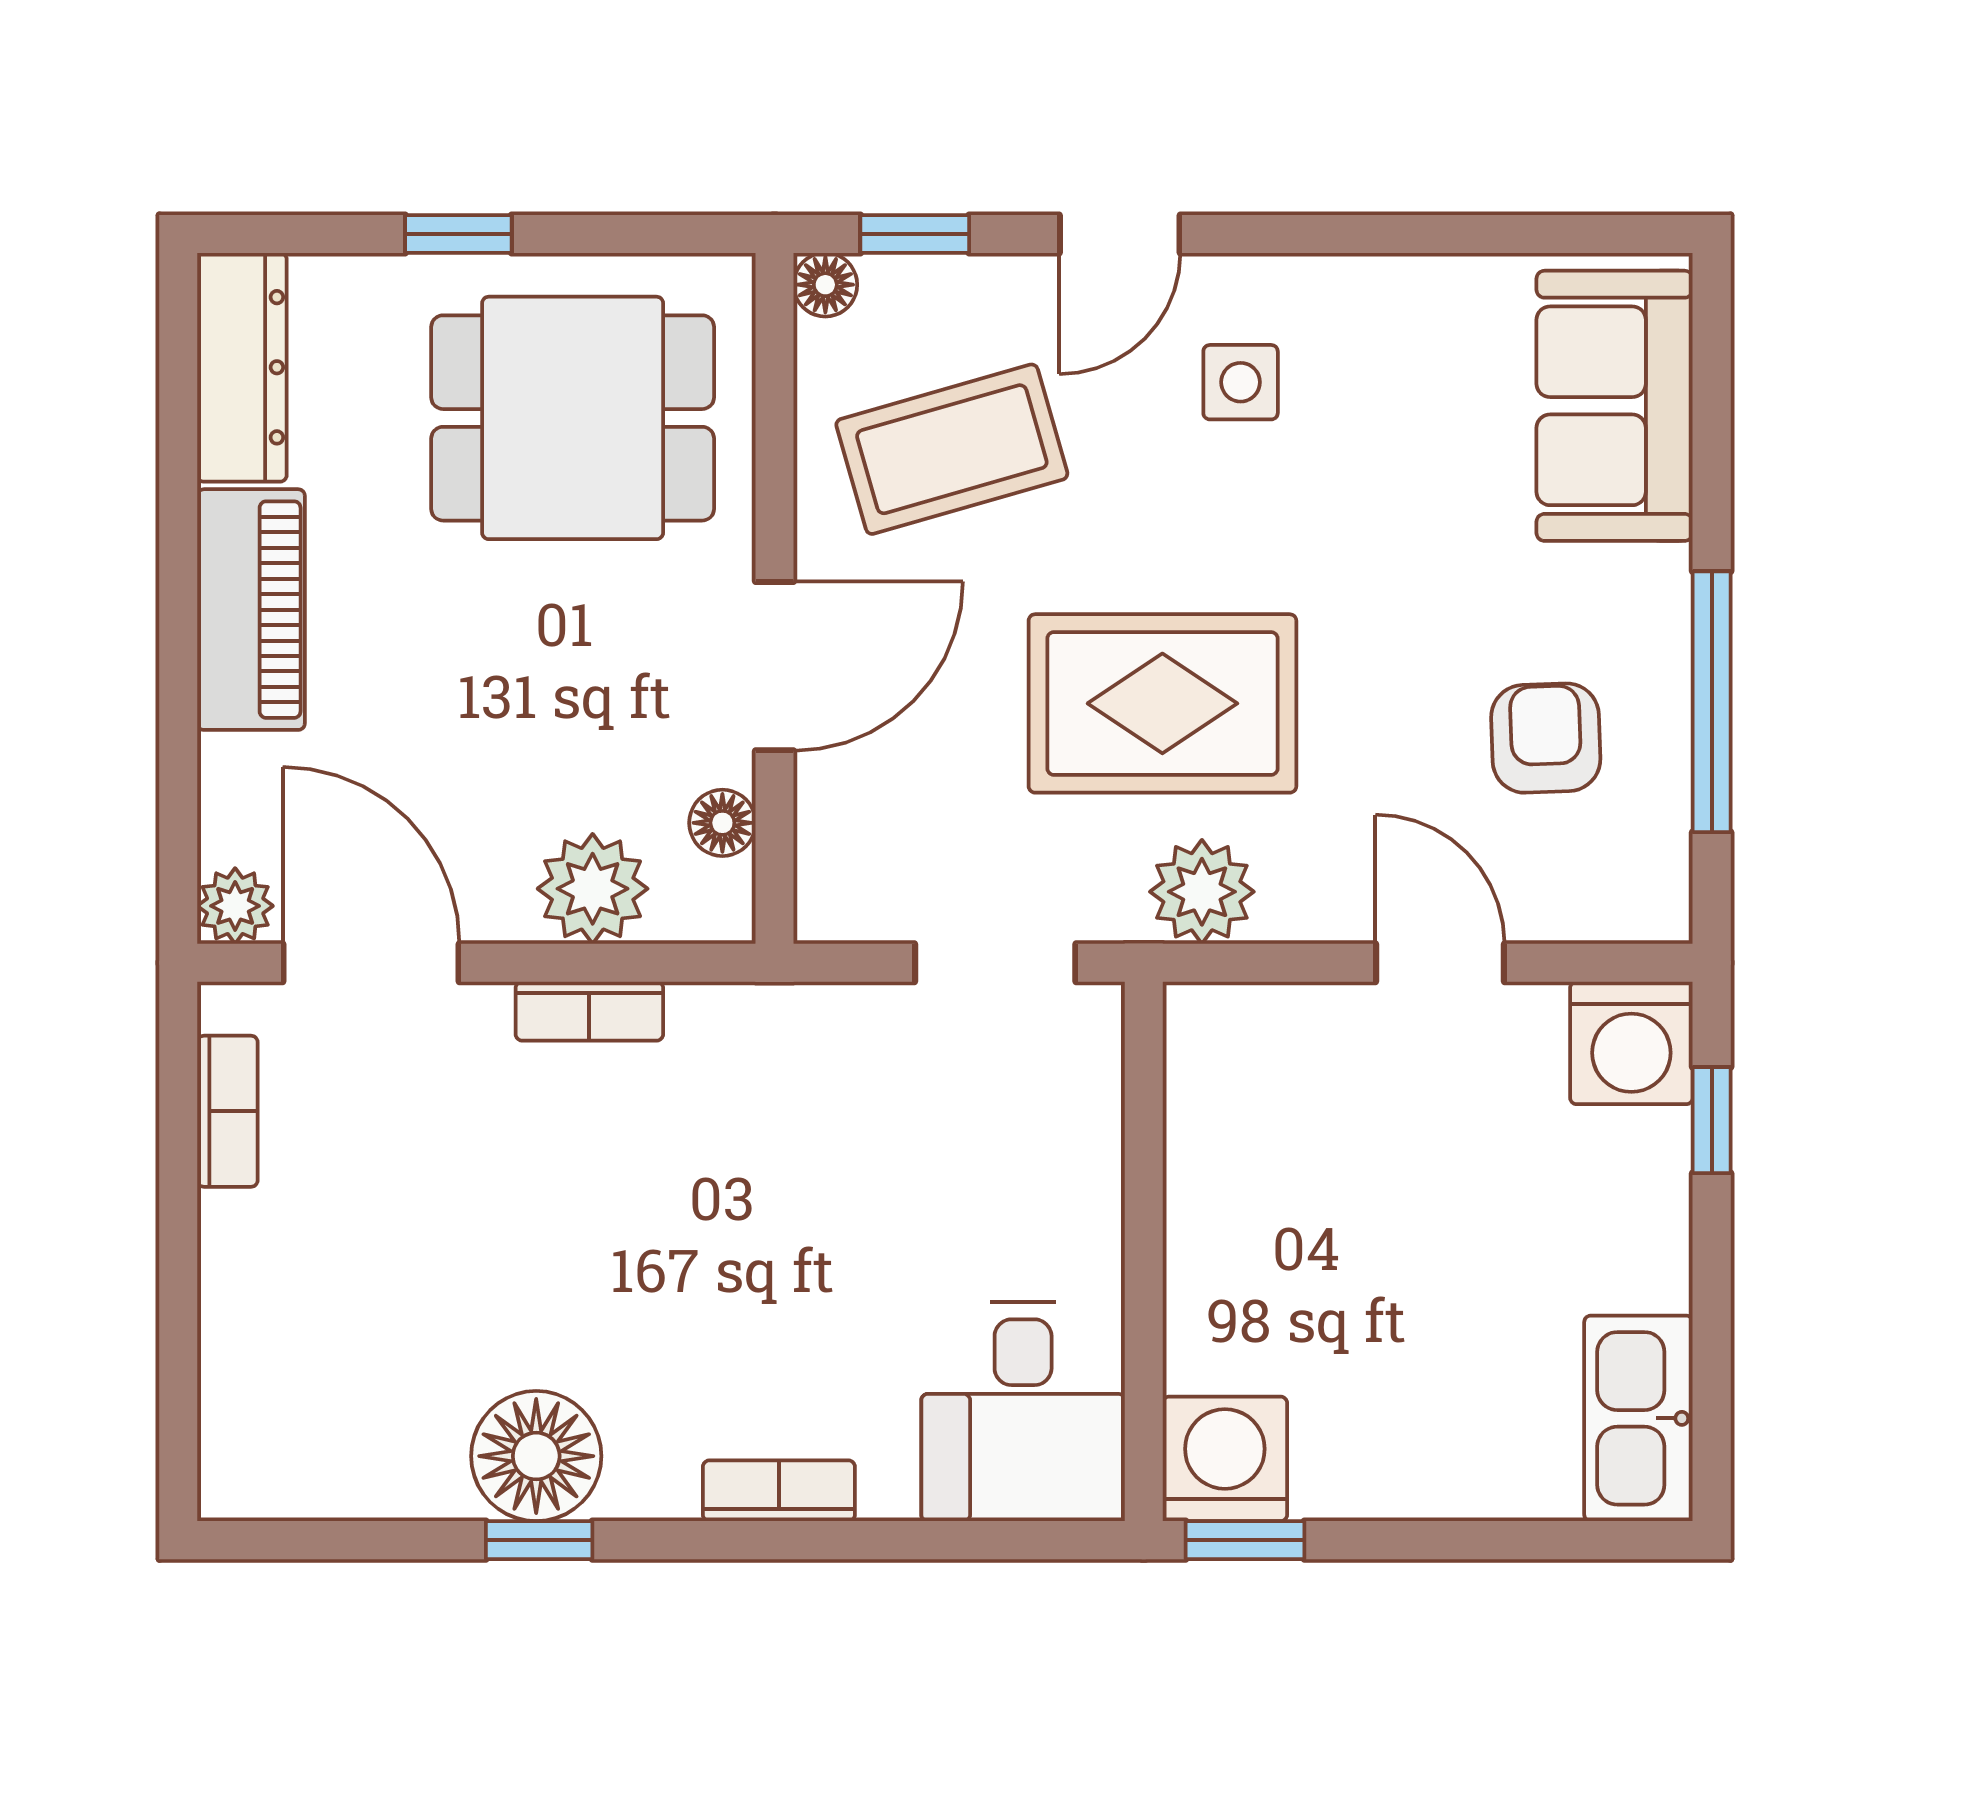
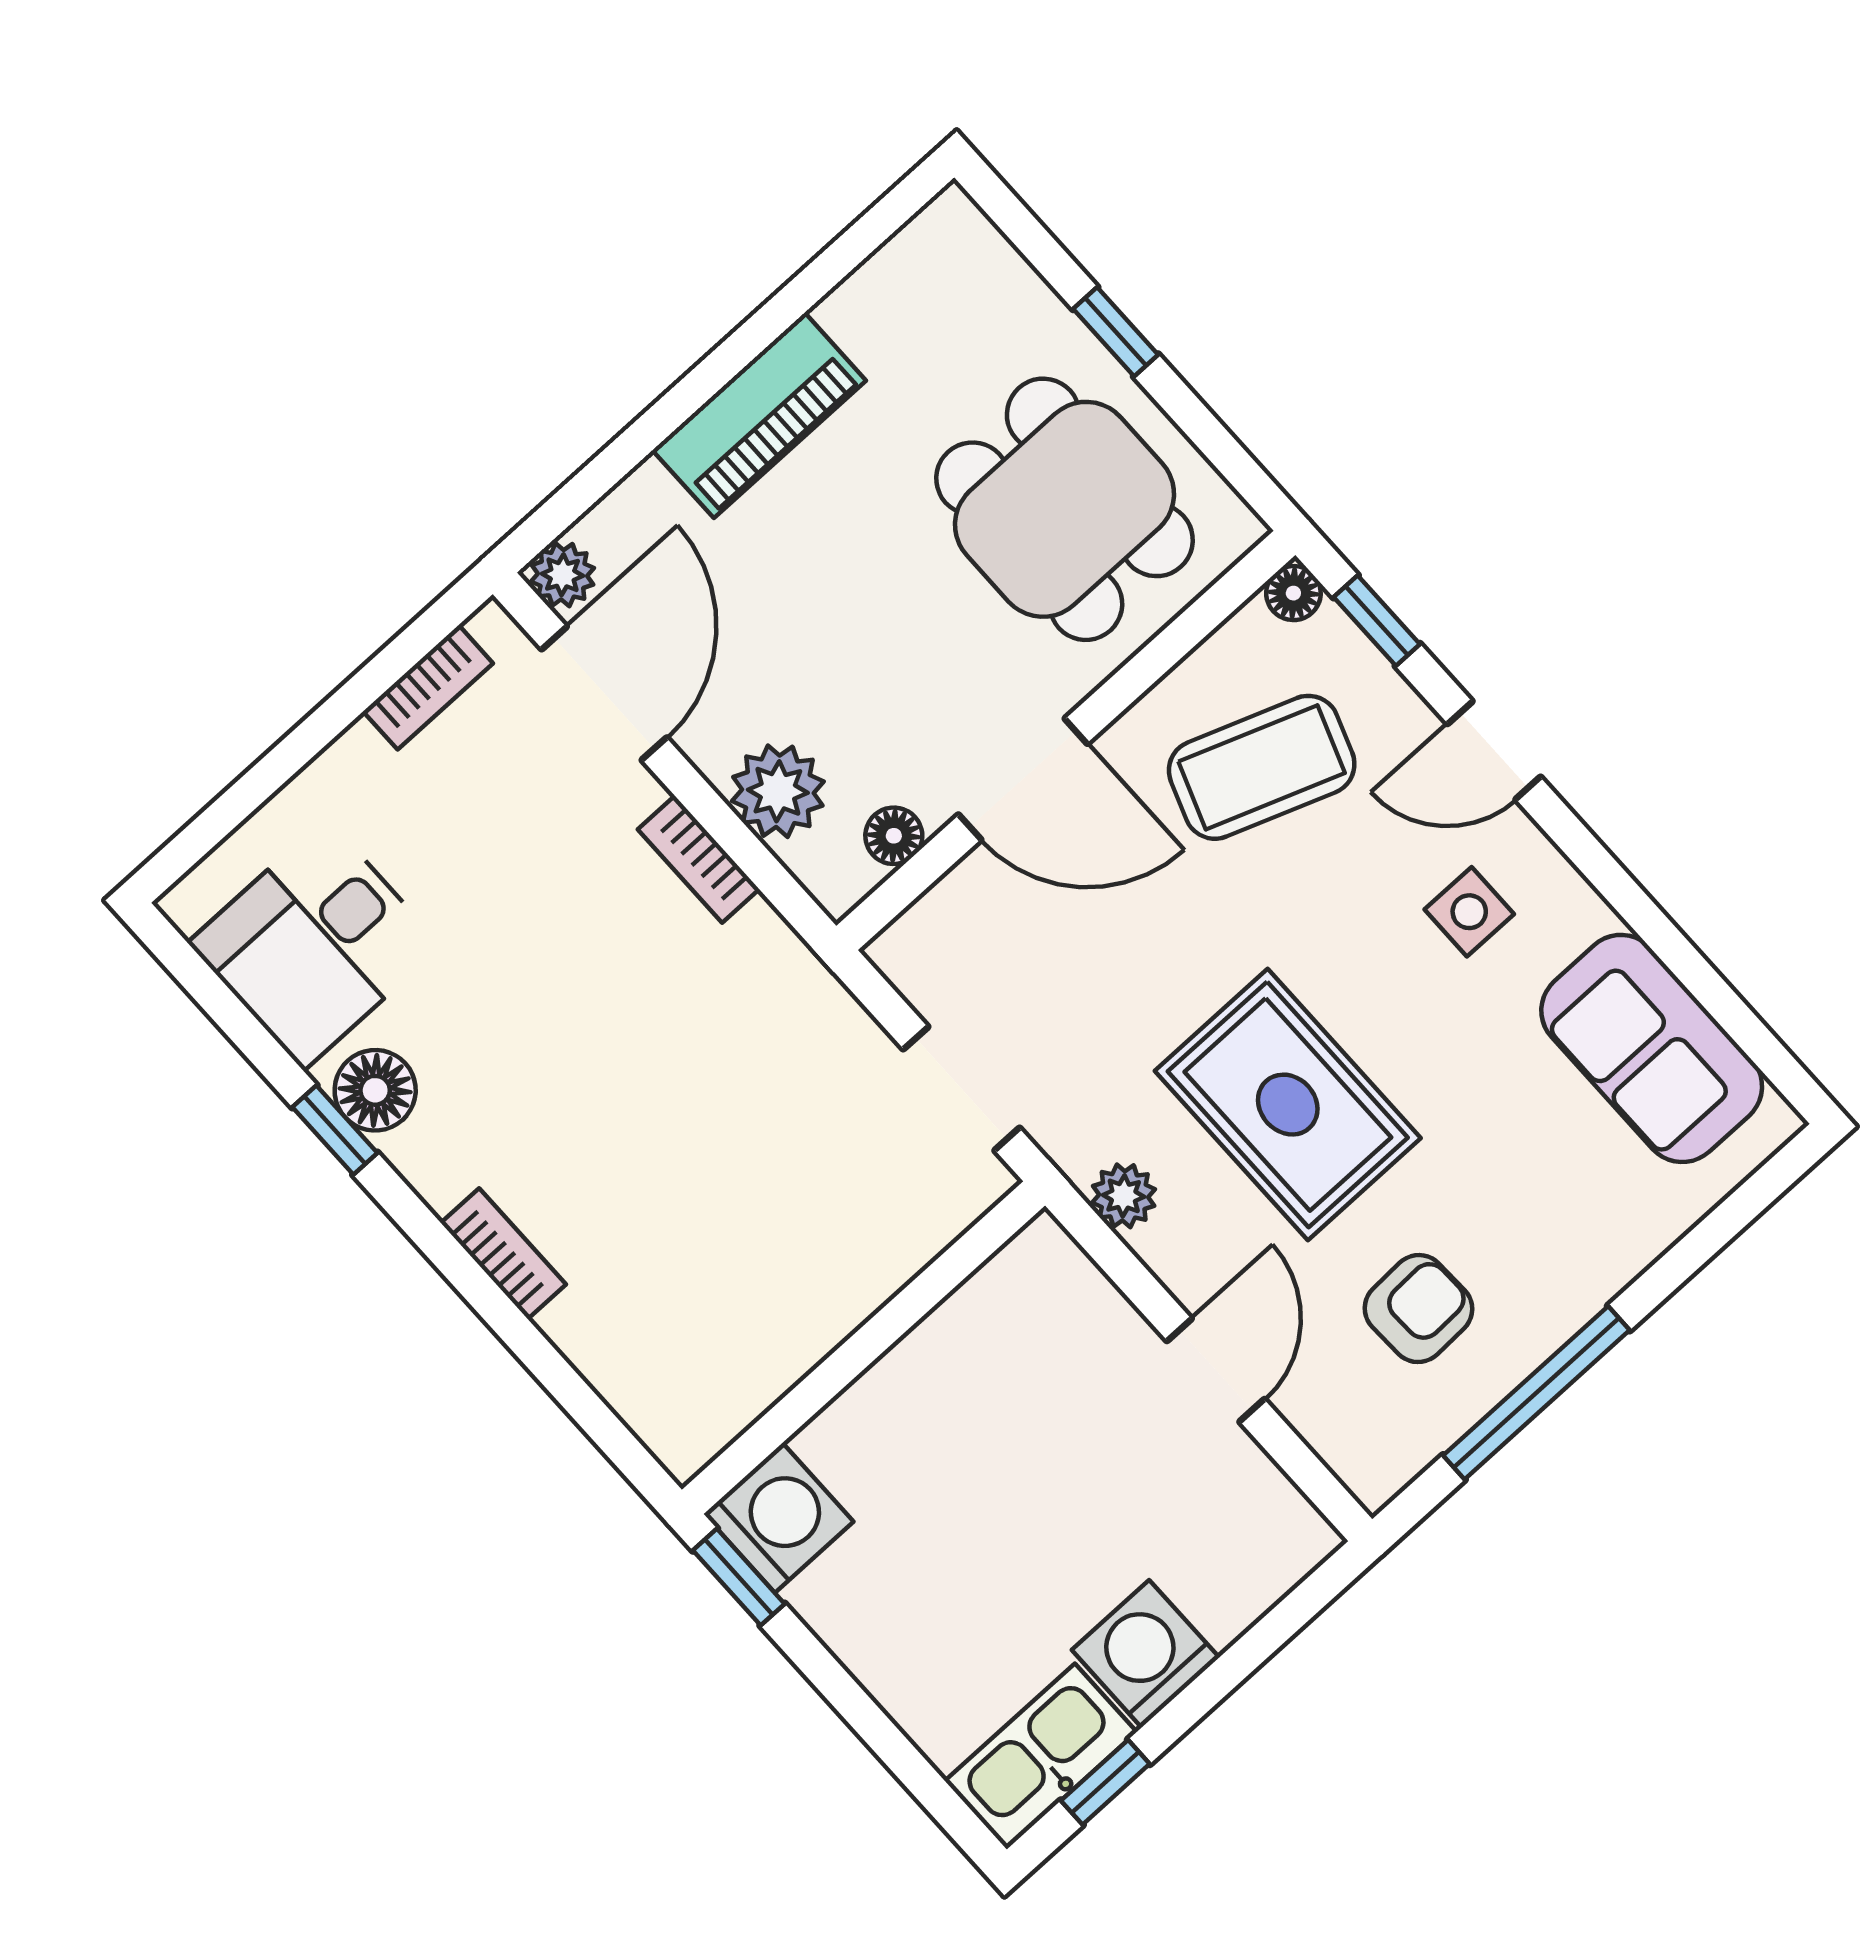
dresser: (242, 367) -> (907, 271), removed
sofa: (1615, 406) -> (1652, 1048), moved, turned -90
coffee table: (952, 449) -> (1262, 767), turned -54
rug: (1162, 703) -> (1288, 1105), moved
plant: (1202, 892) -> (1124, 1196), width x0.73, depth x0.73
washing machine: (1631, 1043) -> (1145, 1654), moved, turned 90
window: (1712, 1120) -> (1105, 1782), moved
desk: (1023, 1411) -> (315, 944), moved
floor lamp: (536, 1456) -> (375, 1090), width x0.73, depth x0.73

